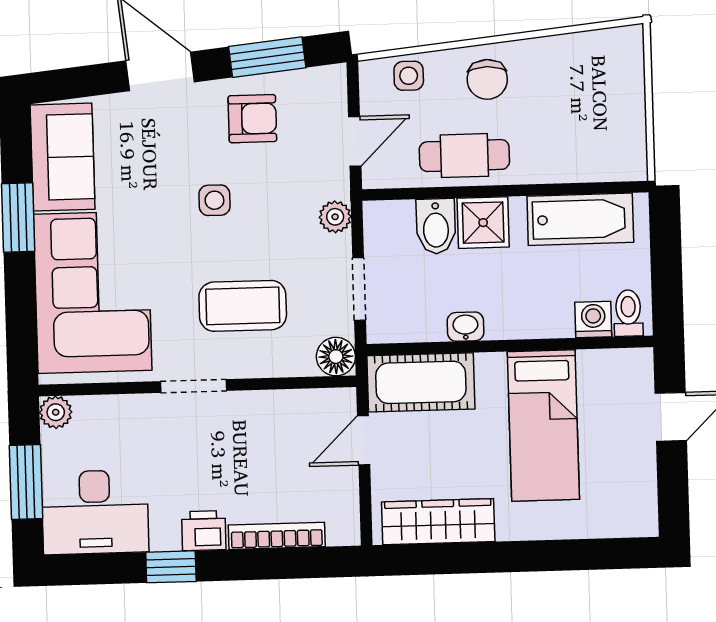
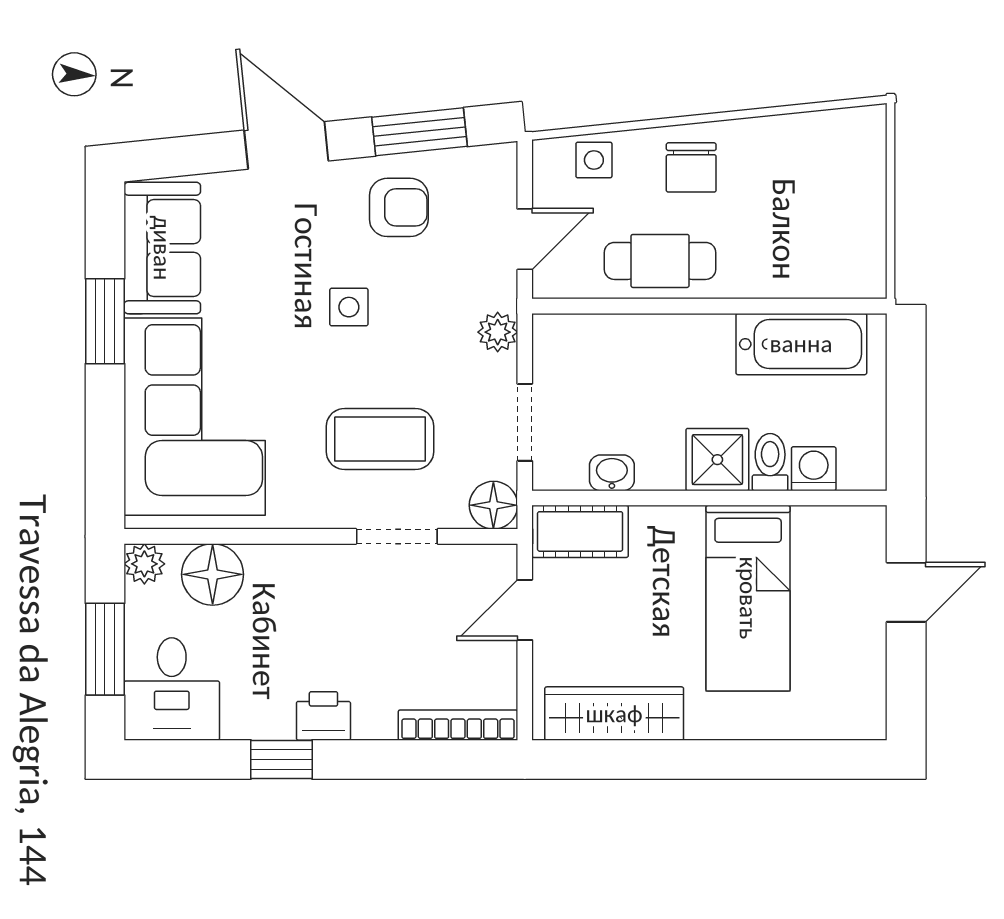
shower: (483, 223) -> (717, 460), moved
bidet: (436, 226) -> (622, 347), removed
toilet: (628, 313) -> (770, 462), moved
washbasin: (466, 327) -> (612, 473), moved
cot: (421, 382) -> (580, 531), width x0.73, depth x0.75
doorway: (193, 386) -> (397, 536), moved
floor lamp: (111, 419) -> (213, 574), added
desk: (95, 512) -> (172, 689), width x0.73
bookcase: (277, 536) -> (458, 725), moved

